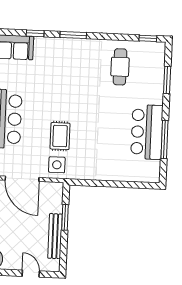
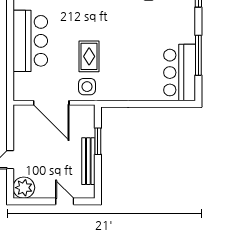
bar counter: (147, 132) -> (180, 73), moved

